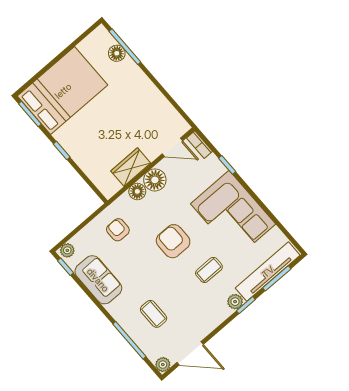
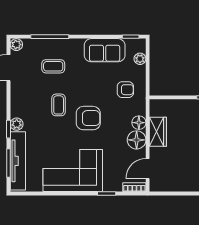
plant: (67, 250) -> (140, 59), moved
coffee table: (209, 270) -> (59, 105), moved

